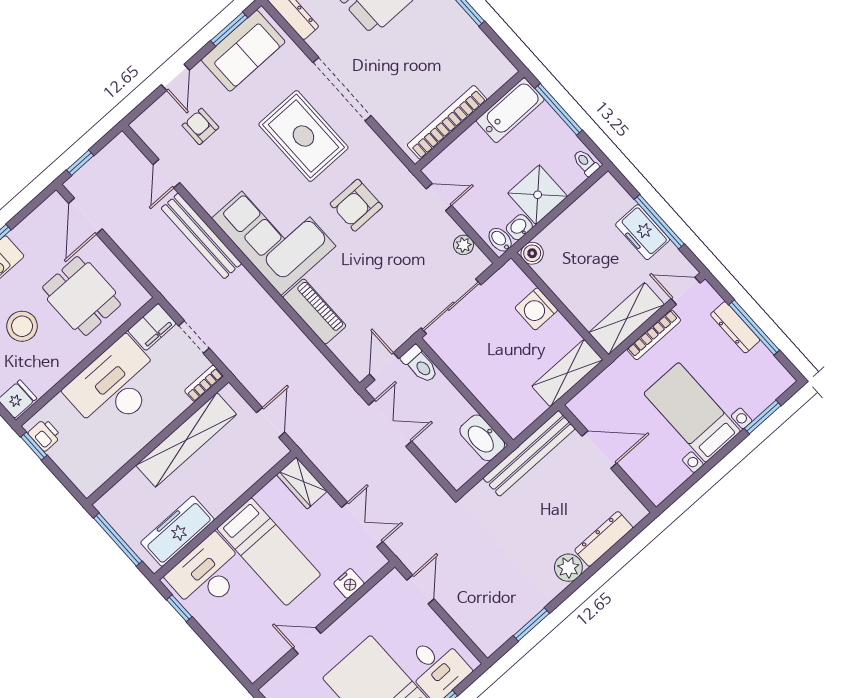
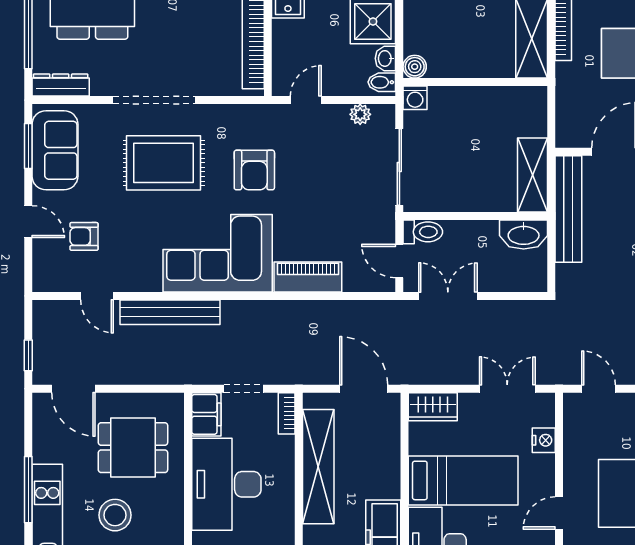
washing machine: (536, 309) -> (415, 98), moved, width x0.73, depth x0.73
shelving: (567, 373) -> (533, 175), moved
door: (271, 422) -> (364, 389), width x1.38

